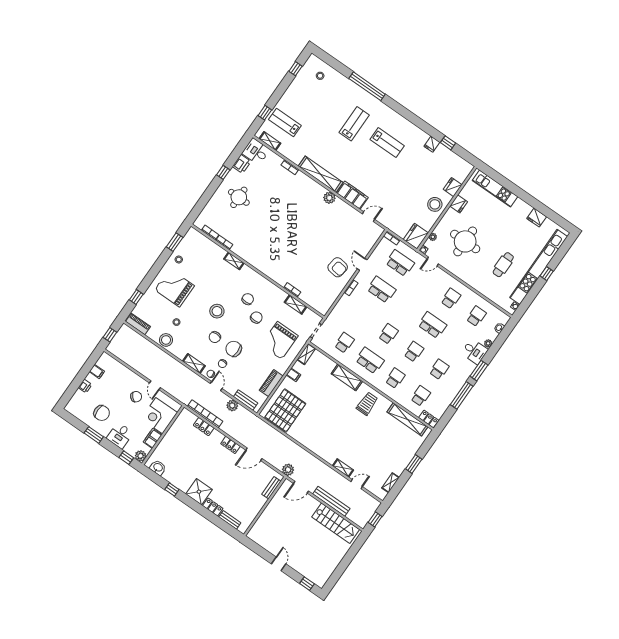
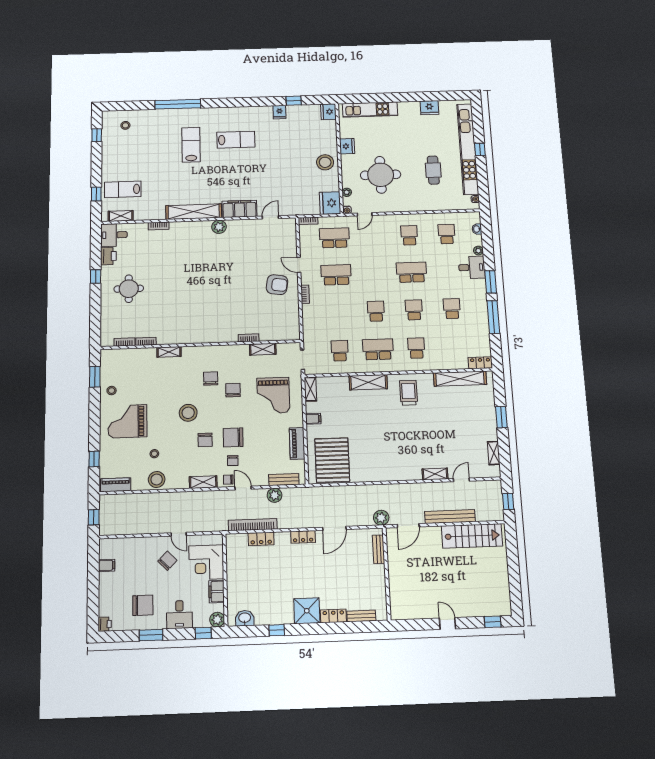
fridge: (453, 187) -> (328, 112), moved
printer: (85, 386) -> (105, 624), moved
school desk: (421, 396) -> (455, 347), removed

